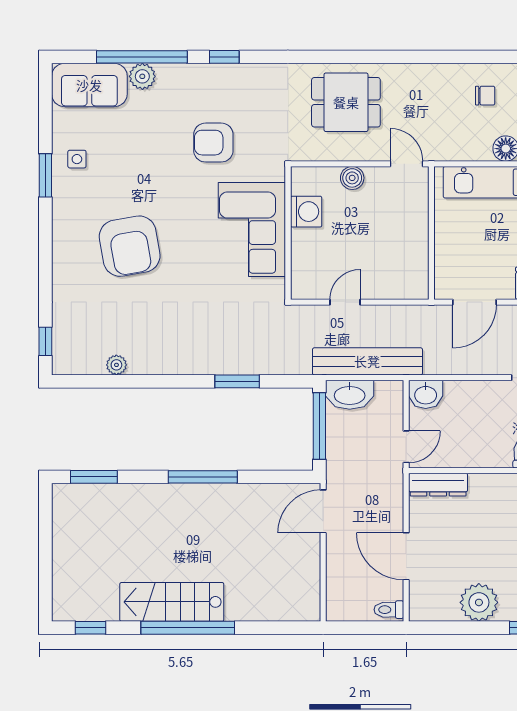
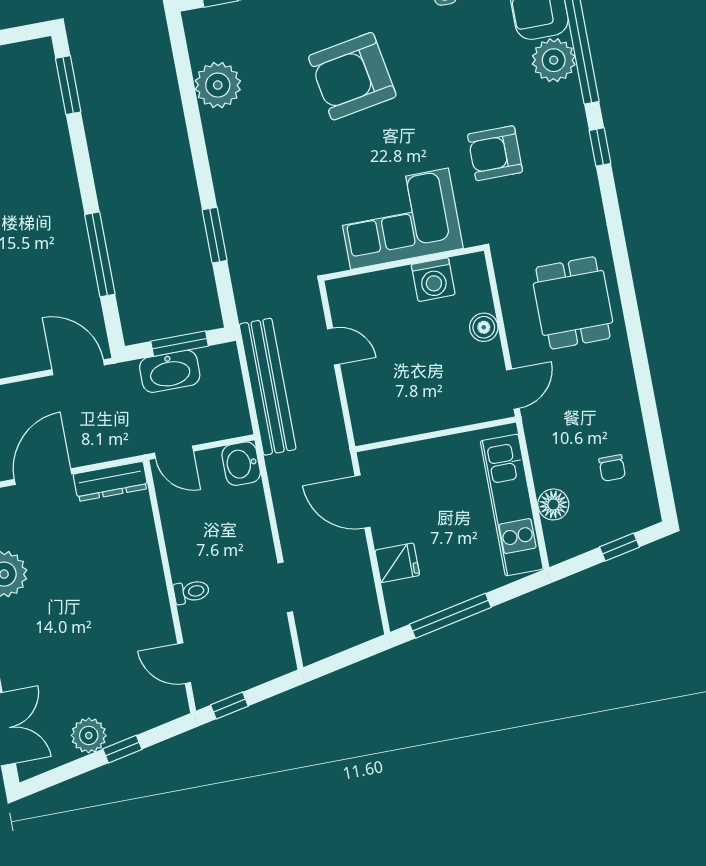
plant: (142, 76) -> (554, 60), width x1.36, depth x1.36
armchair: (213, 143) -> (495, 153), turned -90
plant: (116, 365) -> (218, 85), width x1.88, depth x1.88
washbasin: (350, 395) -> (170, 371), moved, turned -90
window: (319, 426) -> (180, 344), width x0.69
window: (203, 477) -> (100, 254), moved
dresser: (438, 485) -> (111, 481), moved, turned -90

